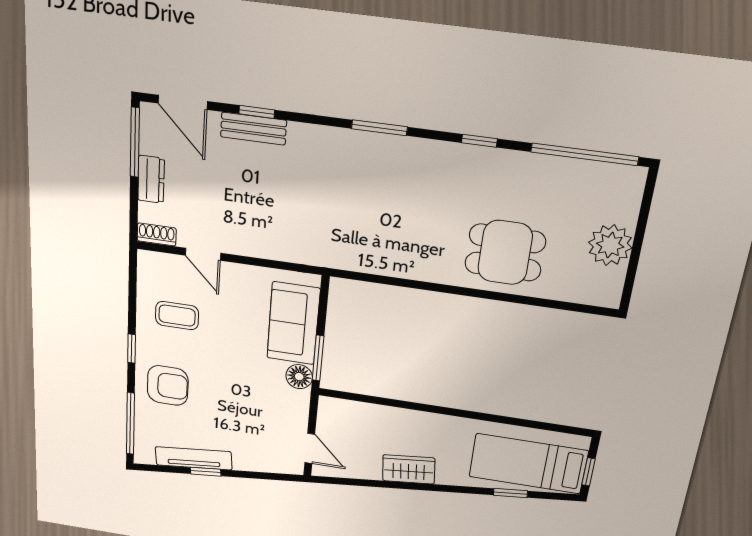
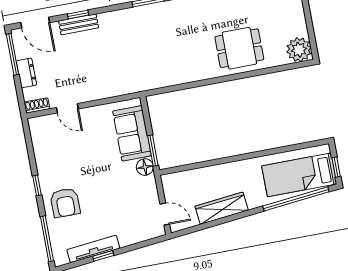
plant: (610, 245) -> (299, 50), moved
coffee table: (177, 316) -> (61, 153), removed
armchair: (168, 385) -> (65, 203), turned 90
wardrobe: (409, 469) -> (222, 208), width x1.50
window: (510, 493) -> (296, 199), width x3.17

